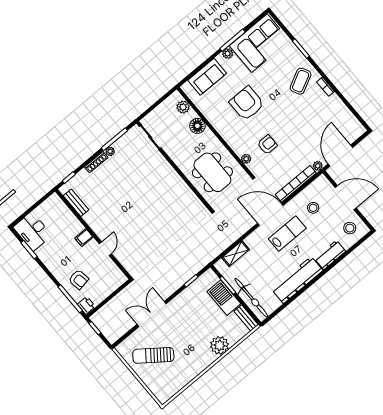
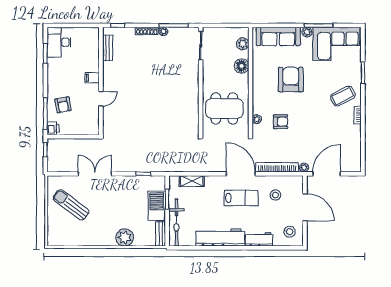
sofa: (207, 77) -> (278, 36), width x1.36
dining table: (212, 172) -> (224, 108), turned 90

